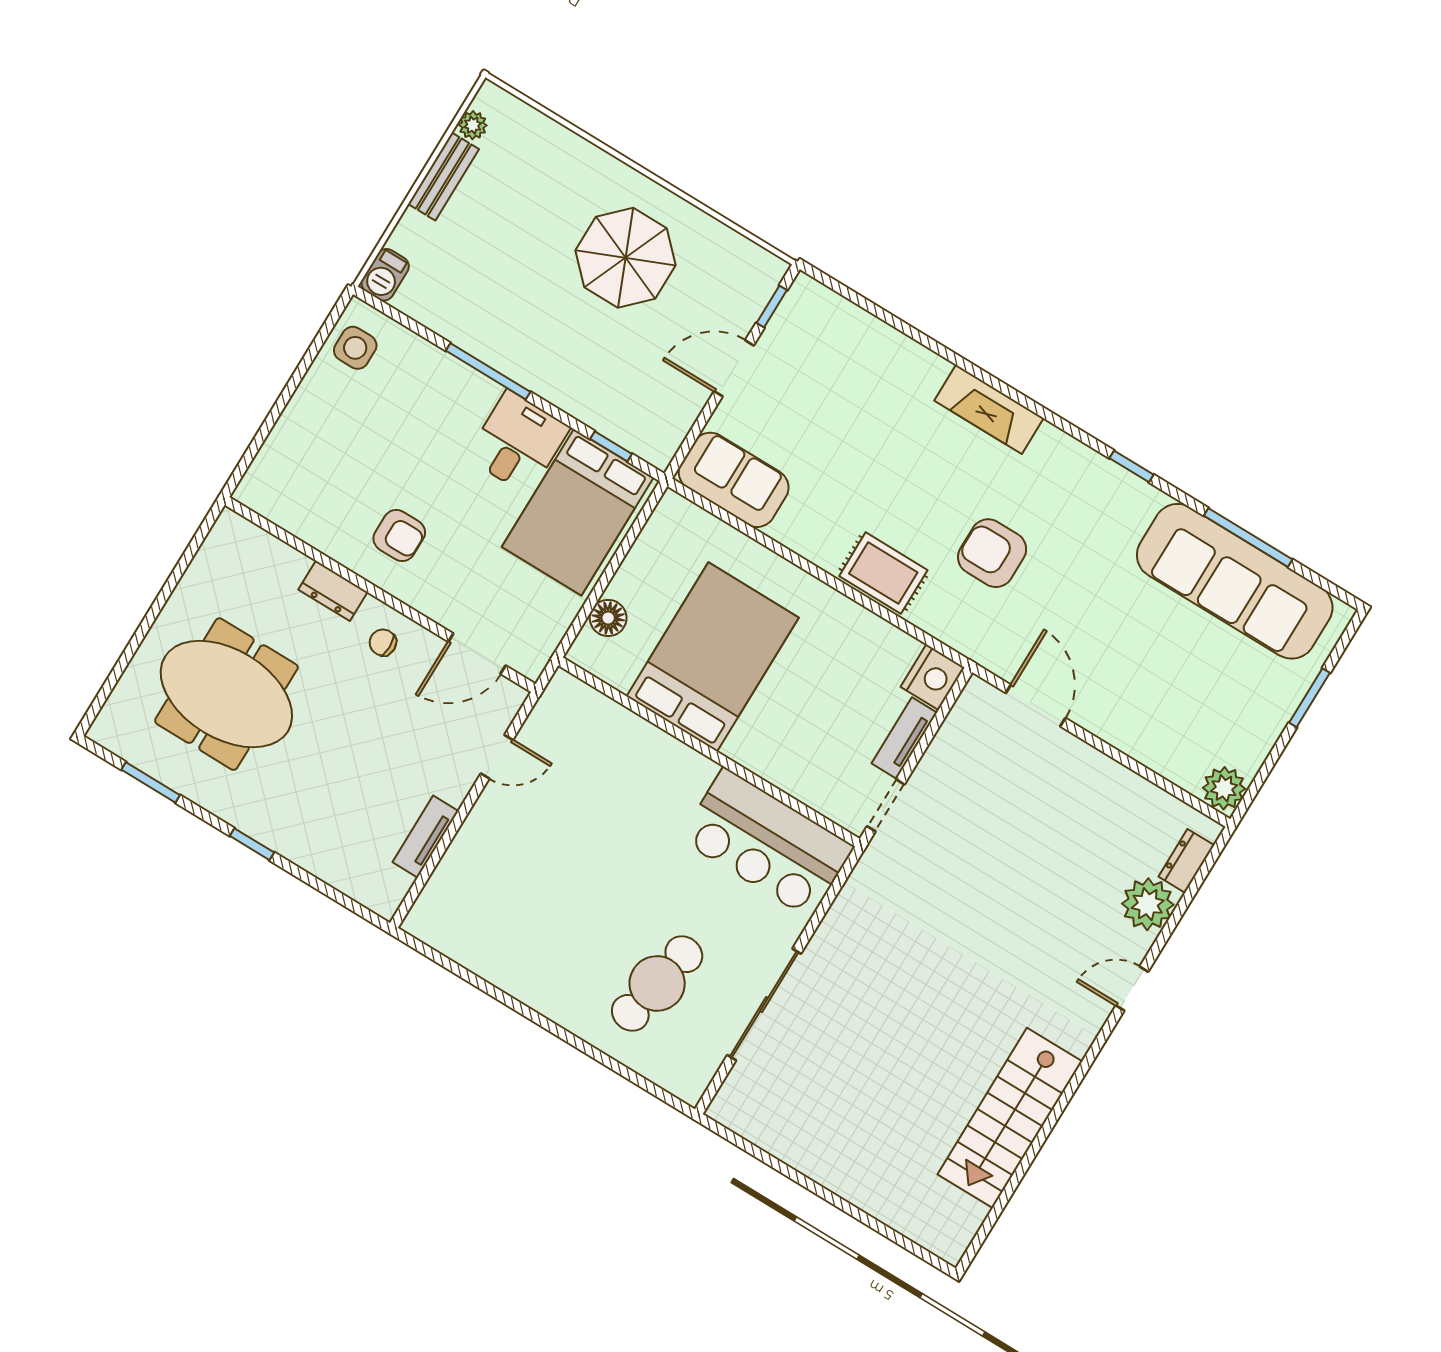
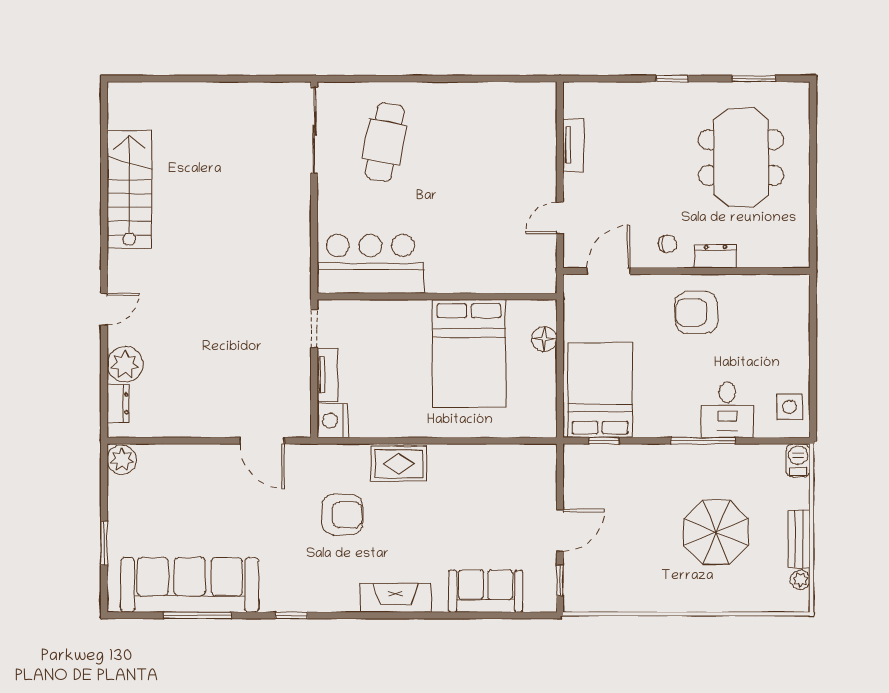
parasol: (625, 258) -> (716, 532), moved
desk: (518, 442) -> (727, 410), moved
sofa: (734, 480) -> (486, 591), moved, turned 180
armchair: (399, 535) -> (696, 313), width x1.38, depth x1.38
meeting table: (226, 694) -> (741, 158), turned 90
sliding door: (764, 1004) -> (314, 130), moved

